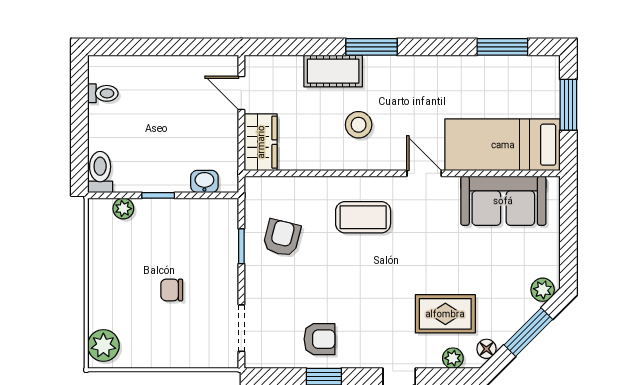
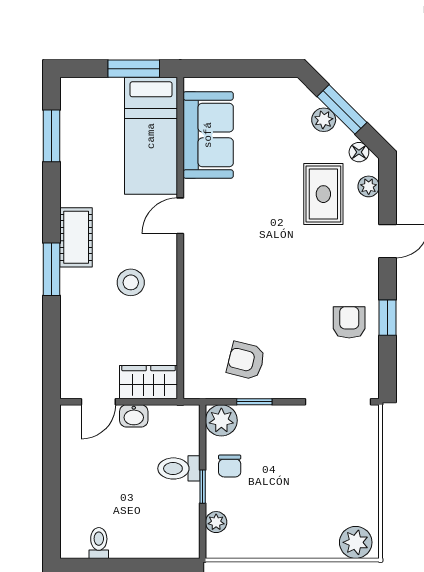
cot: (333, 71) -> (76, 237), moved
window: (568, 105) -> (134, 69), moved
toilet: (100, 172) -> (179, 468), moved
washbasin: (204, 181) -> (134, 416), moved, turned -90
plant: (223, 214) -> (221, 420), added
coffee table: (363, 217) -> (225, 278), removed
chair: (172, 290) -> (230, 466), moved
plant: (543, 290) -> (324, 120), moved
doorway: (241, 328) -> (338, 402), width x1.38

